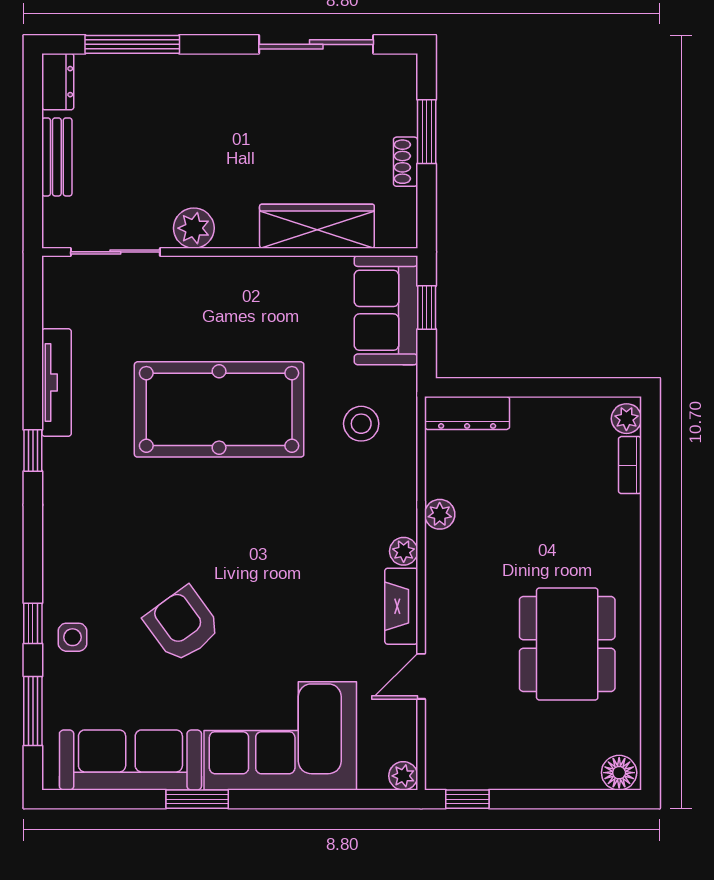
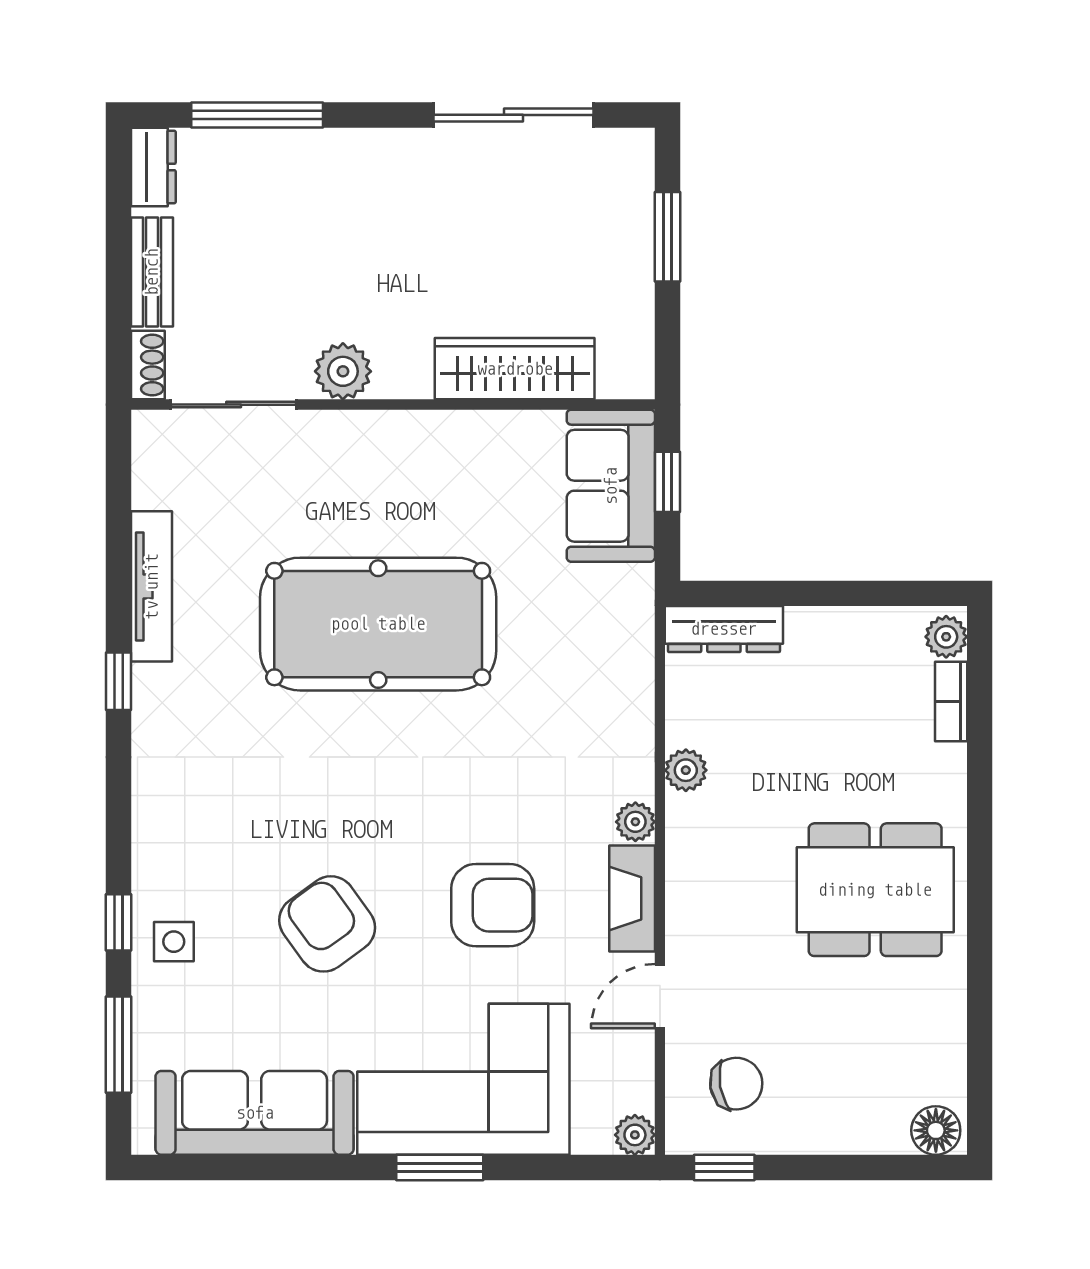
shoe rack: (406, 162) -> (148, 365), moved, turned 180
stool: (361, 424) -> (576, 644), removed
armchair: (301, 611) -> (493, 905), added
dining table: (567, 644) -> (875, 890), moved, turned 90
chair: (476, 739) -> (736, 1084), added
window: (197, 799) -> (440, 1167), moved

